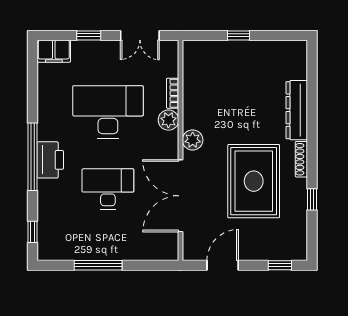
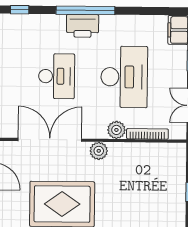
bookcase: (173, 93) -> (147, 134), width x1.56

